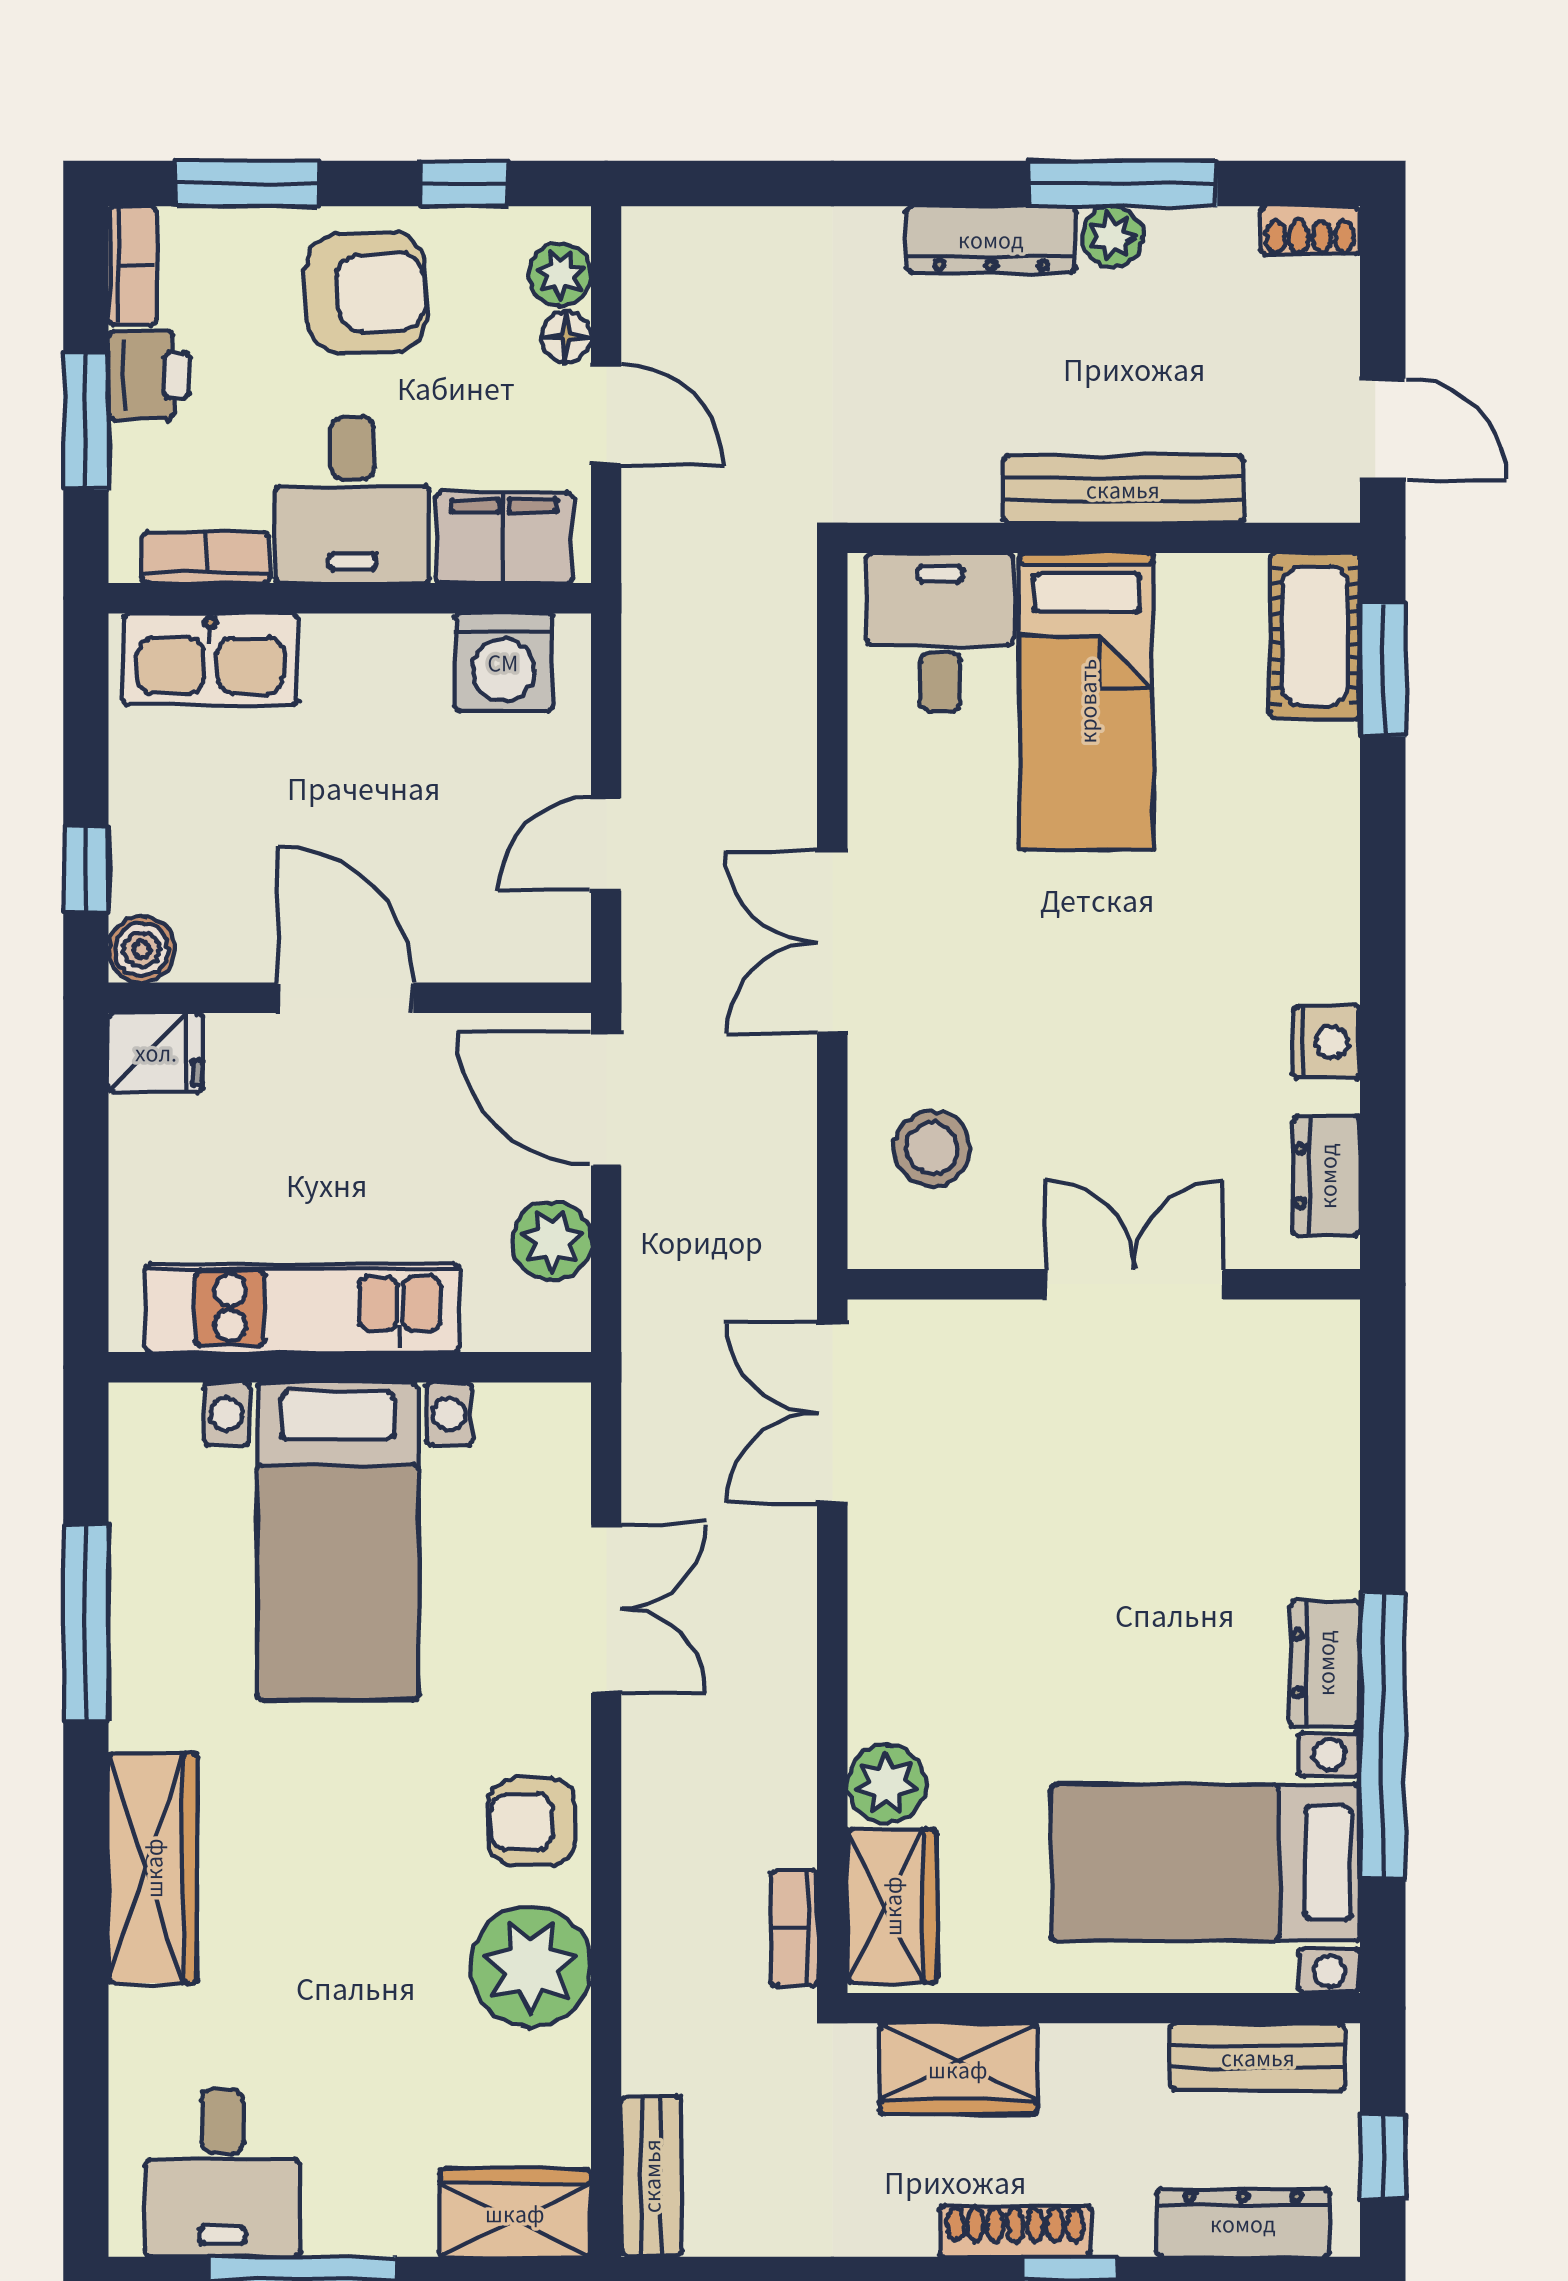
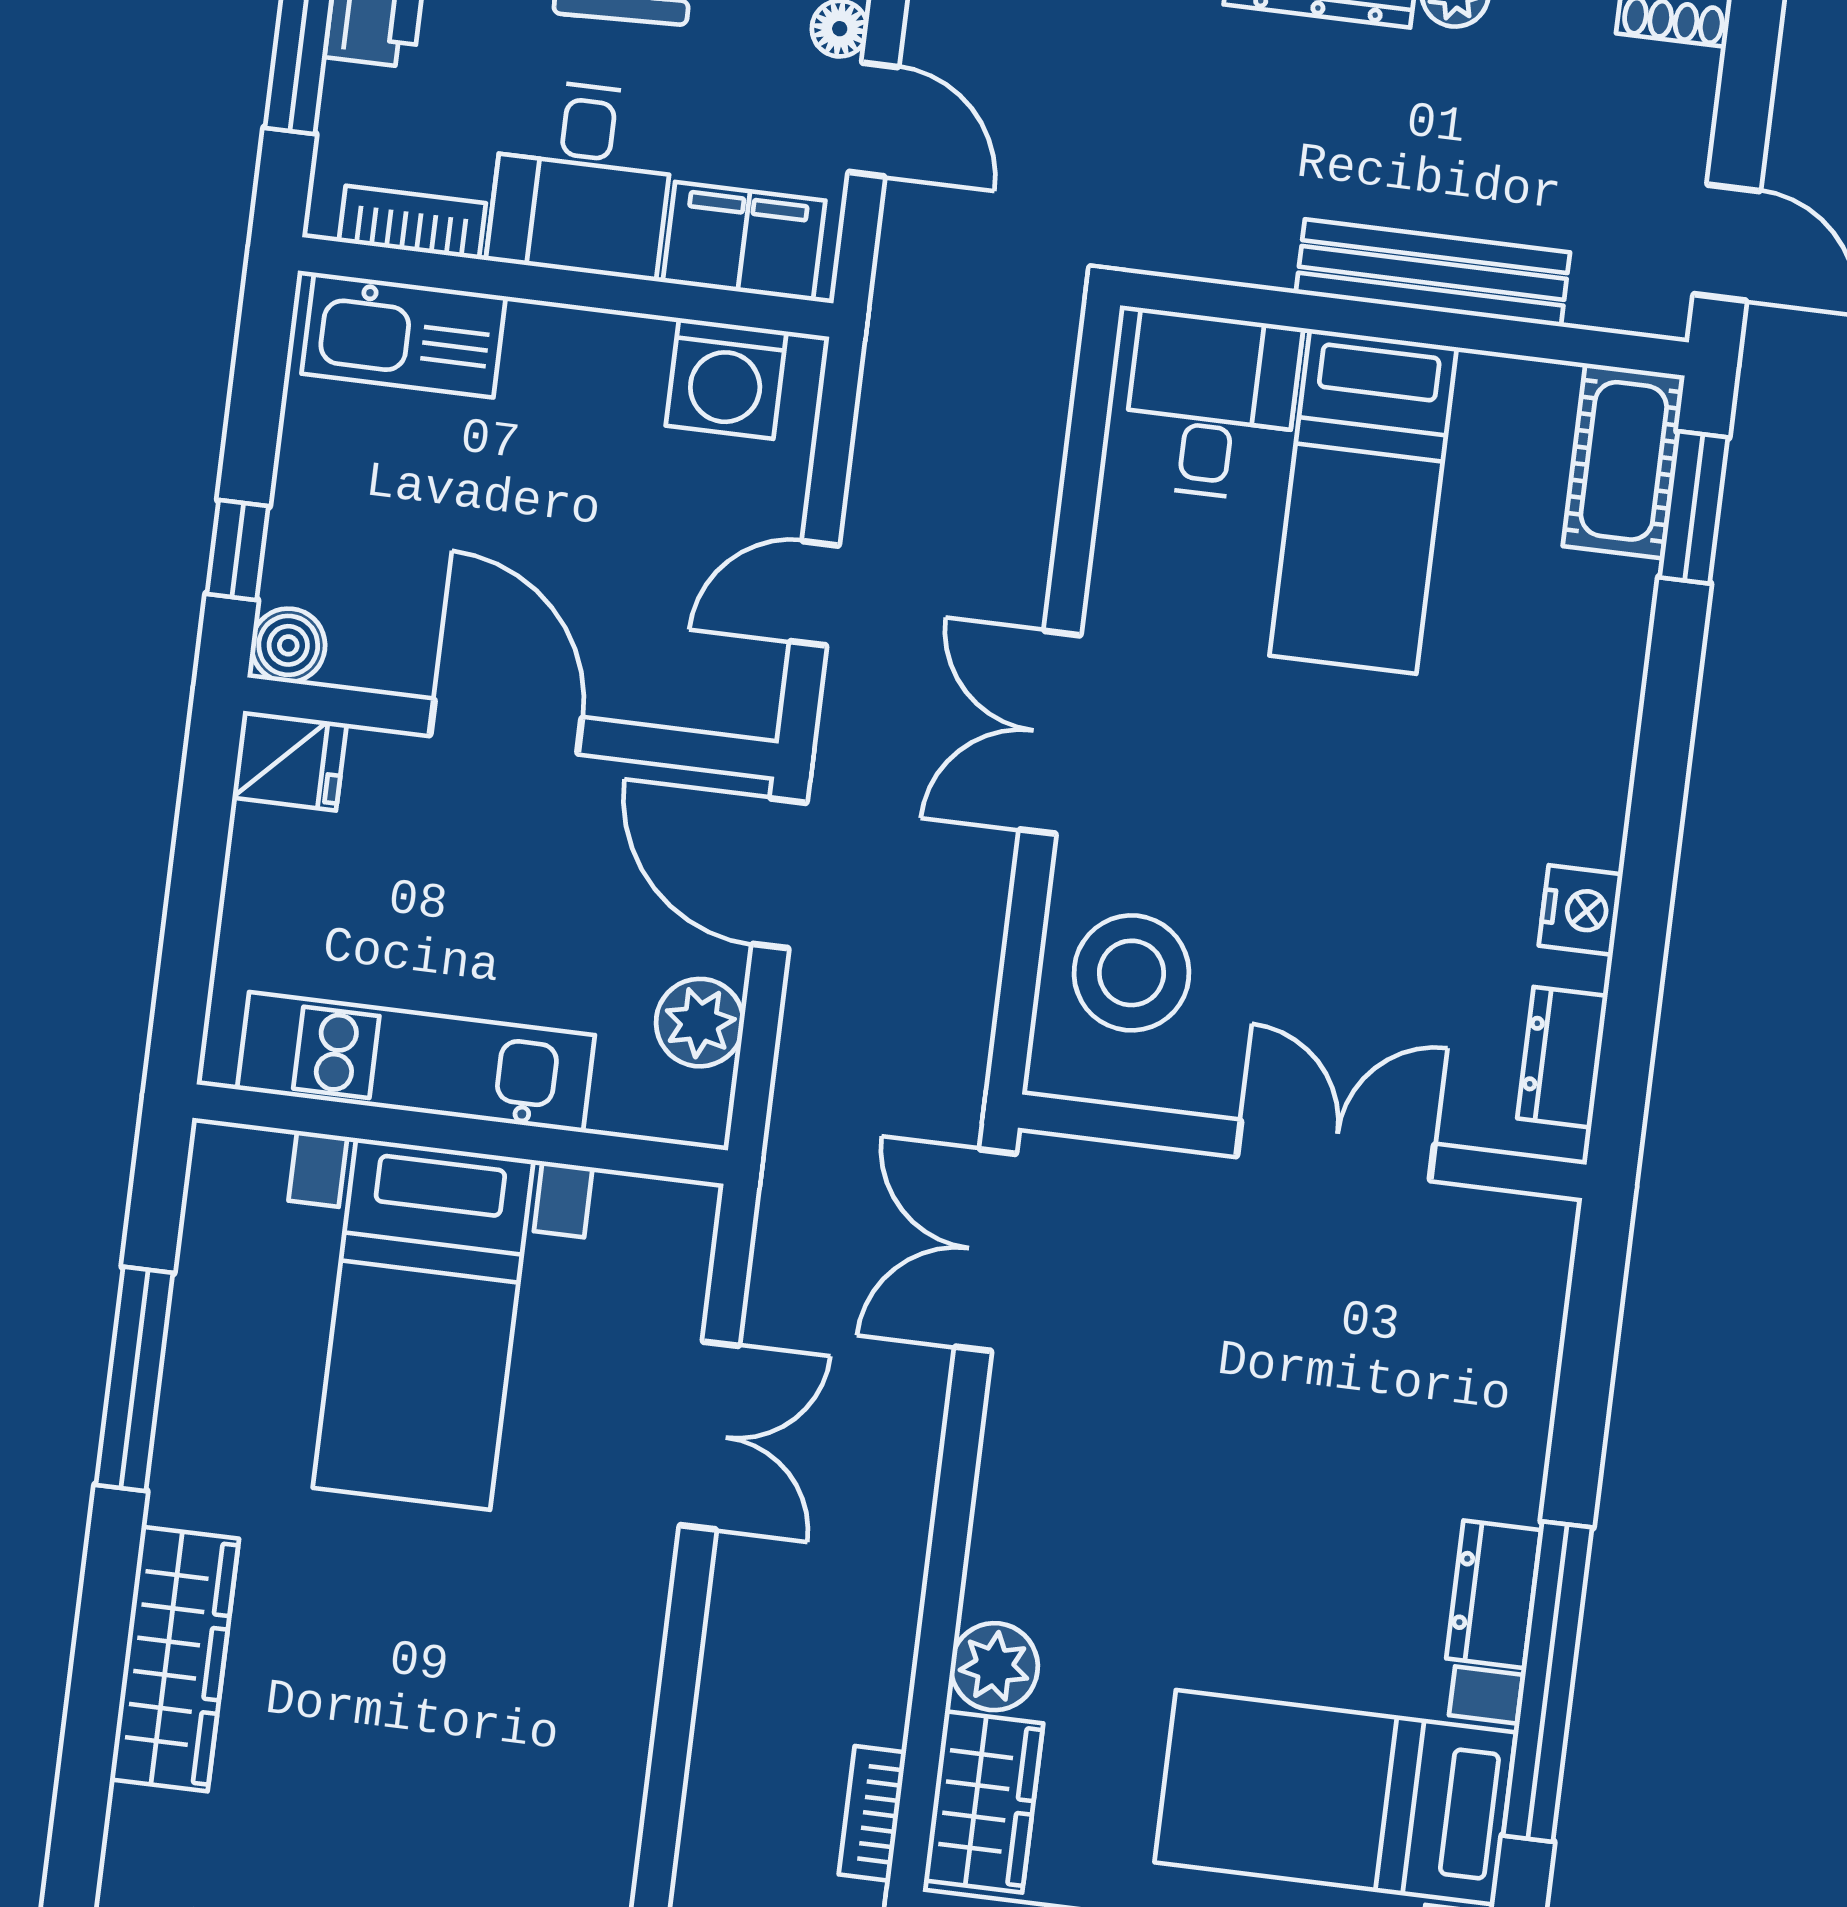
stool: (932, 1148) -> (1132, 973), width x1.38, depth x1.38
armchair: (532, 1822) -> (599, 1660), removed
plant: (531, 1967) -> (577, 1819), removed

